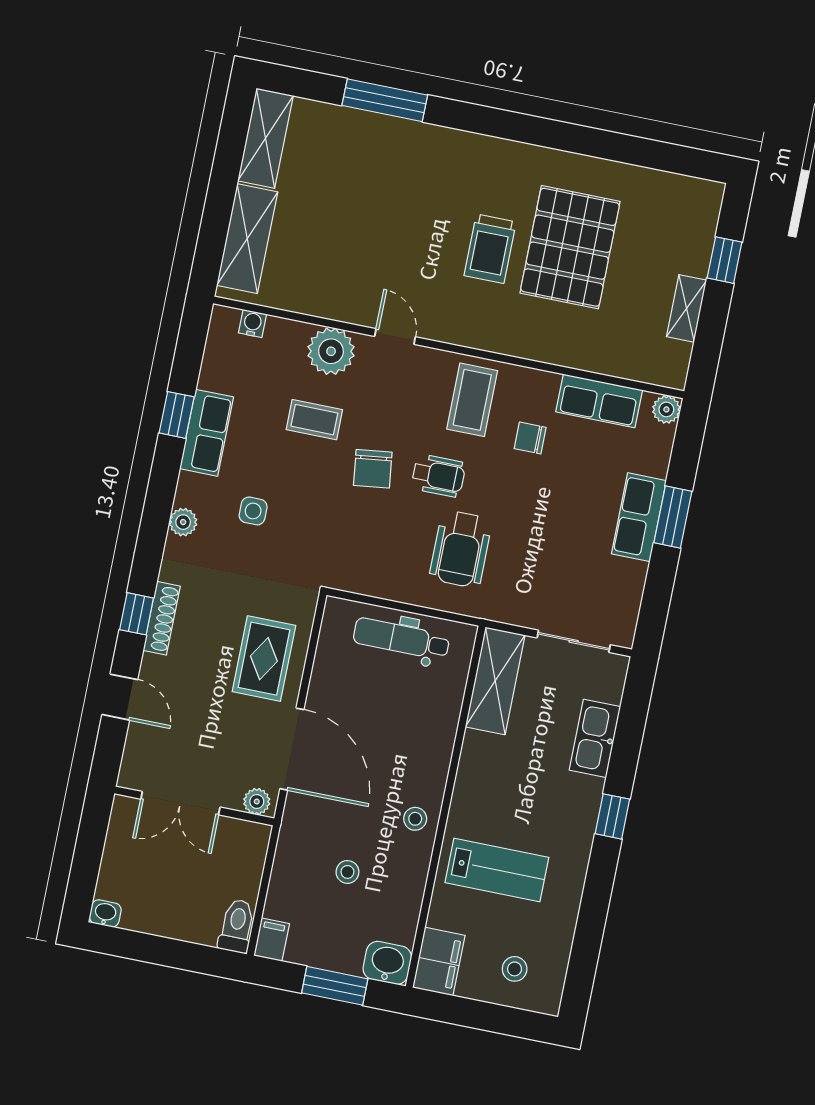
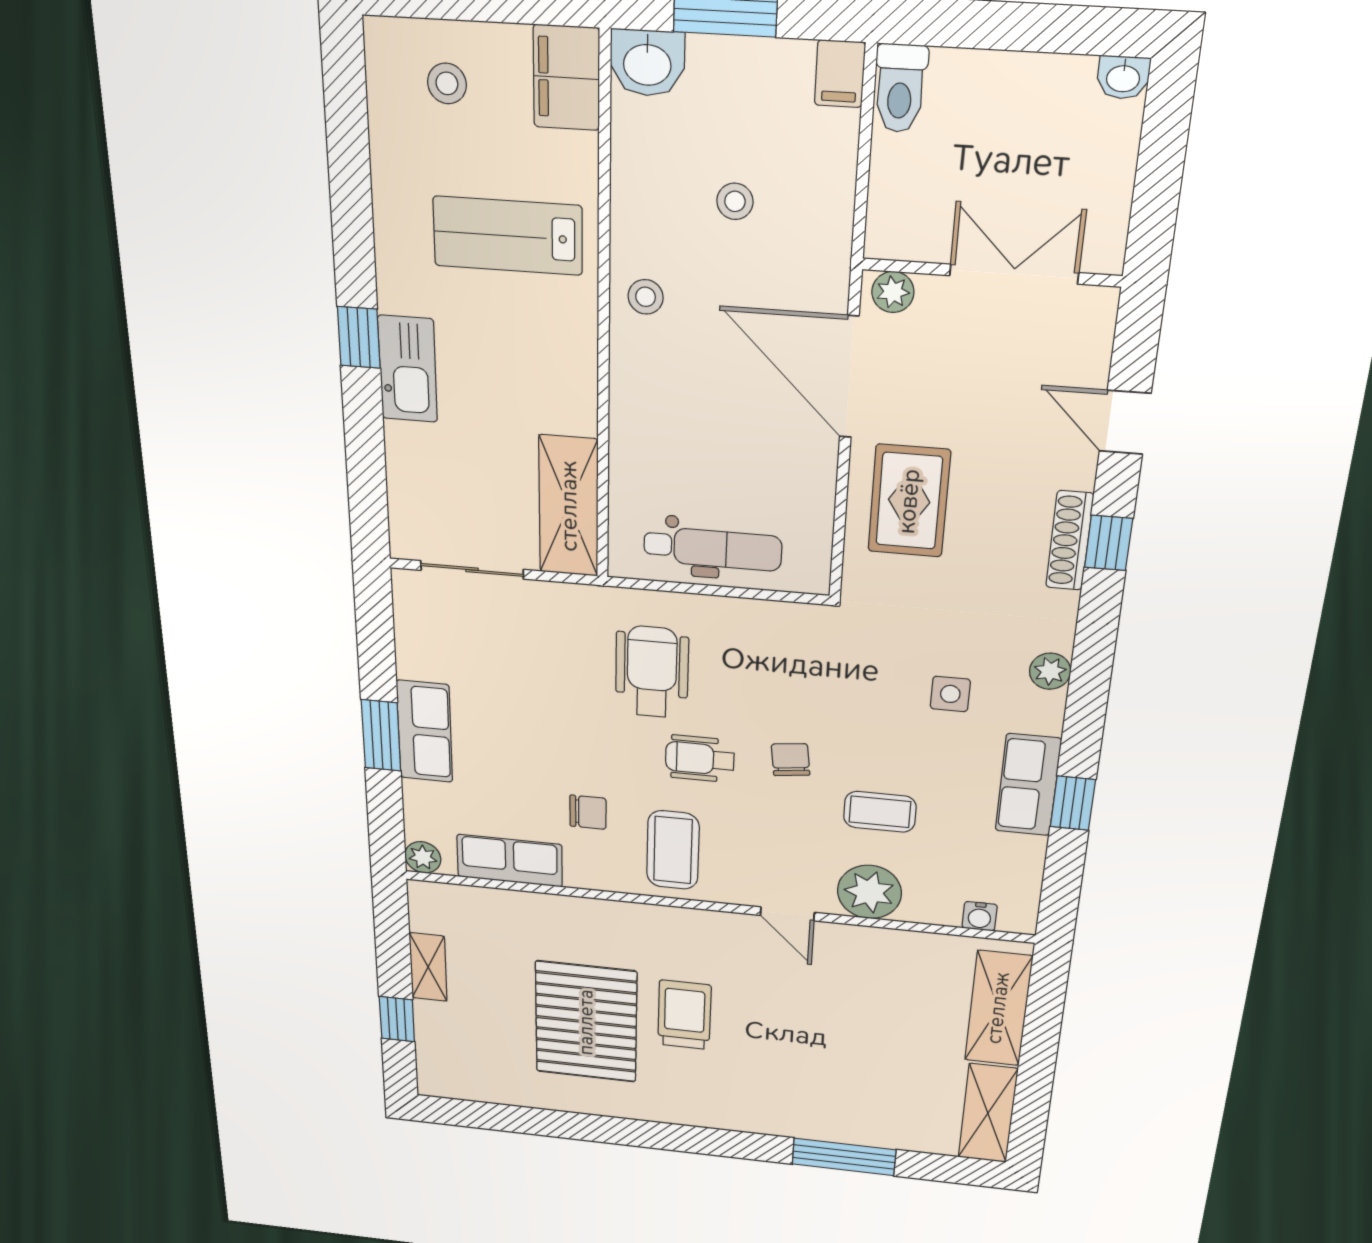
chair: (373, 469) -> (791, 760), width x0.73, depth x0.73
kitchen sink: (595, 738) -> (408, 369), moved

